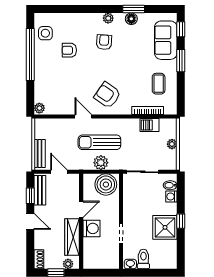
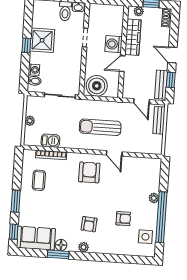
sofa: (166, 40) -> (36, 238), moved, turned -90
armchair: (107, 95) -> (89, 172), turned -125
plant: (39, 108) -> (154, 198), moved
sun lounger: (99, 142) -> (100, 127), turned 180
plant: (101, 163) -> (100, 107), removed

